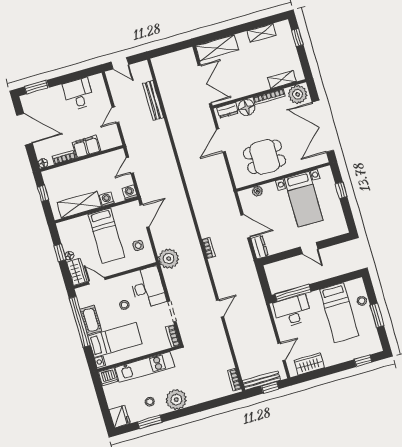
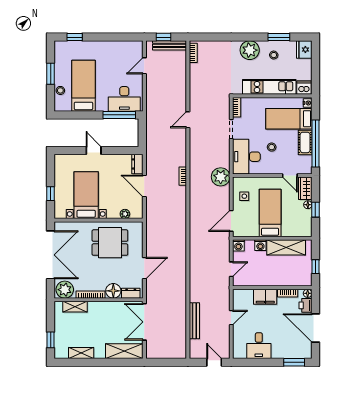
printer: (42, 150) -> (306, 305), added
wardrobe: (309, 364) -> (123, 48), removed

